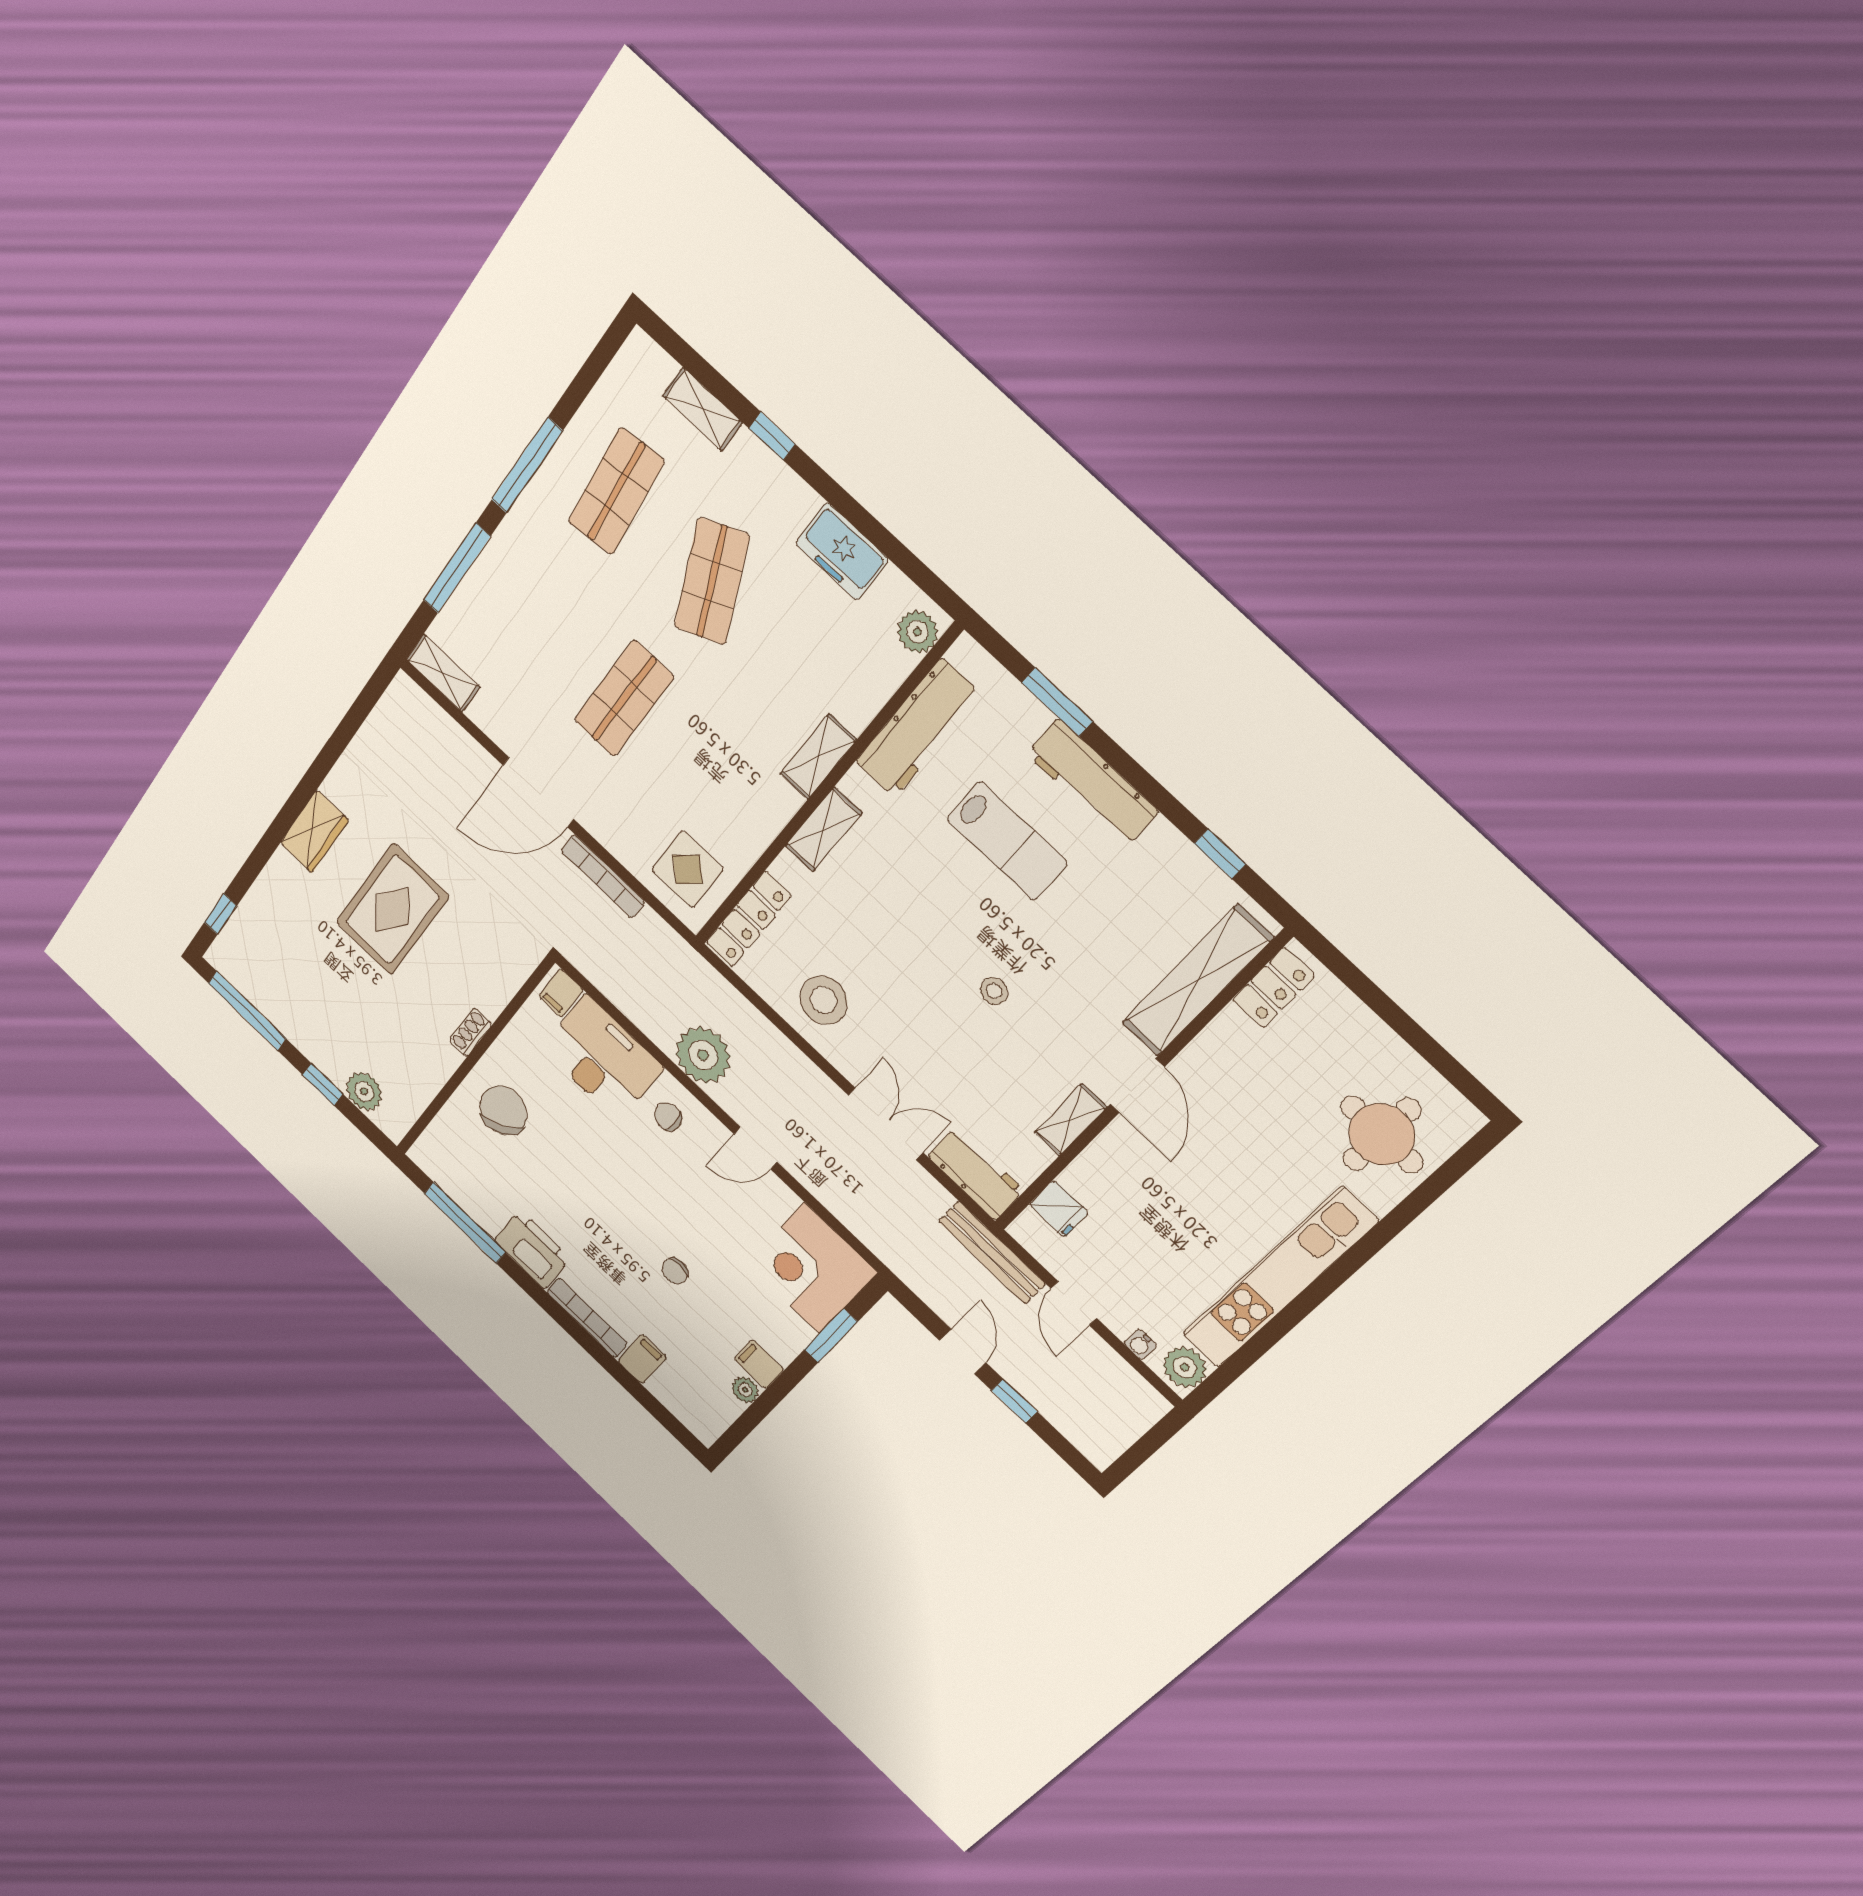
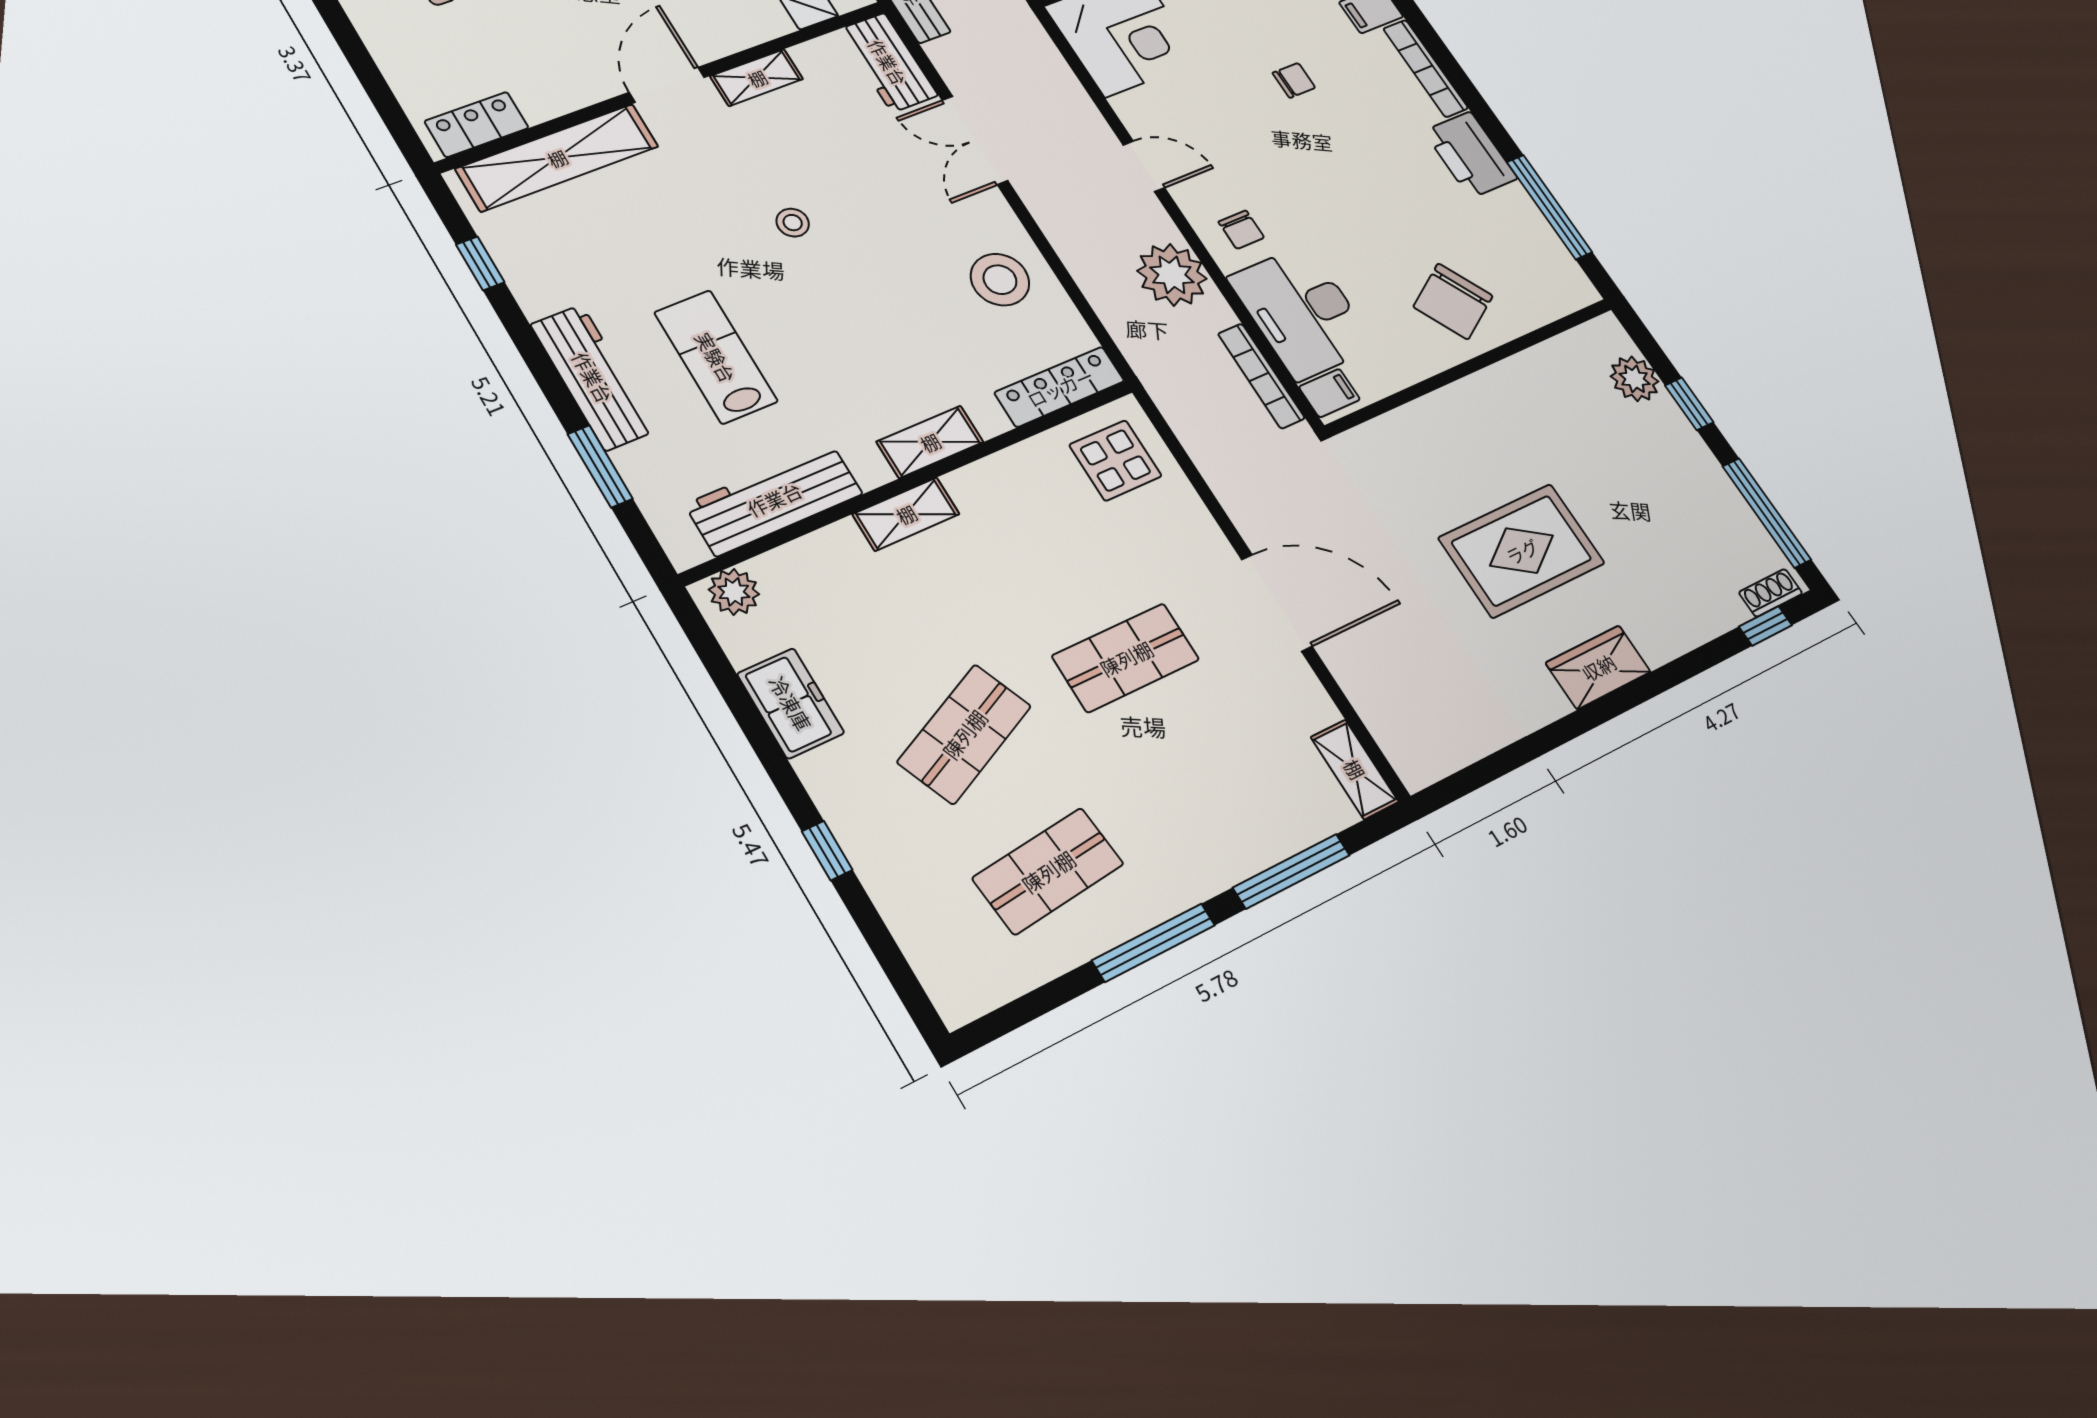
shelving: (702, 409) -> (903, 912), removed
bookcase: (603, 876) -> (1261, 376), moved, turned 180
shoe rack: (471, 1032) -> (1771, 593), moved, turned 180

